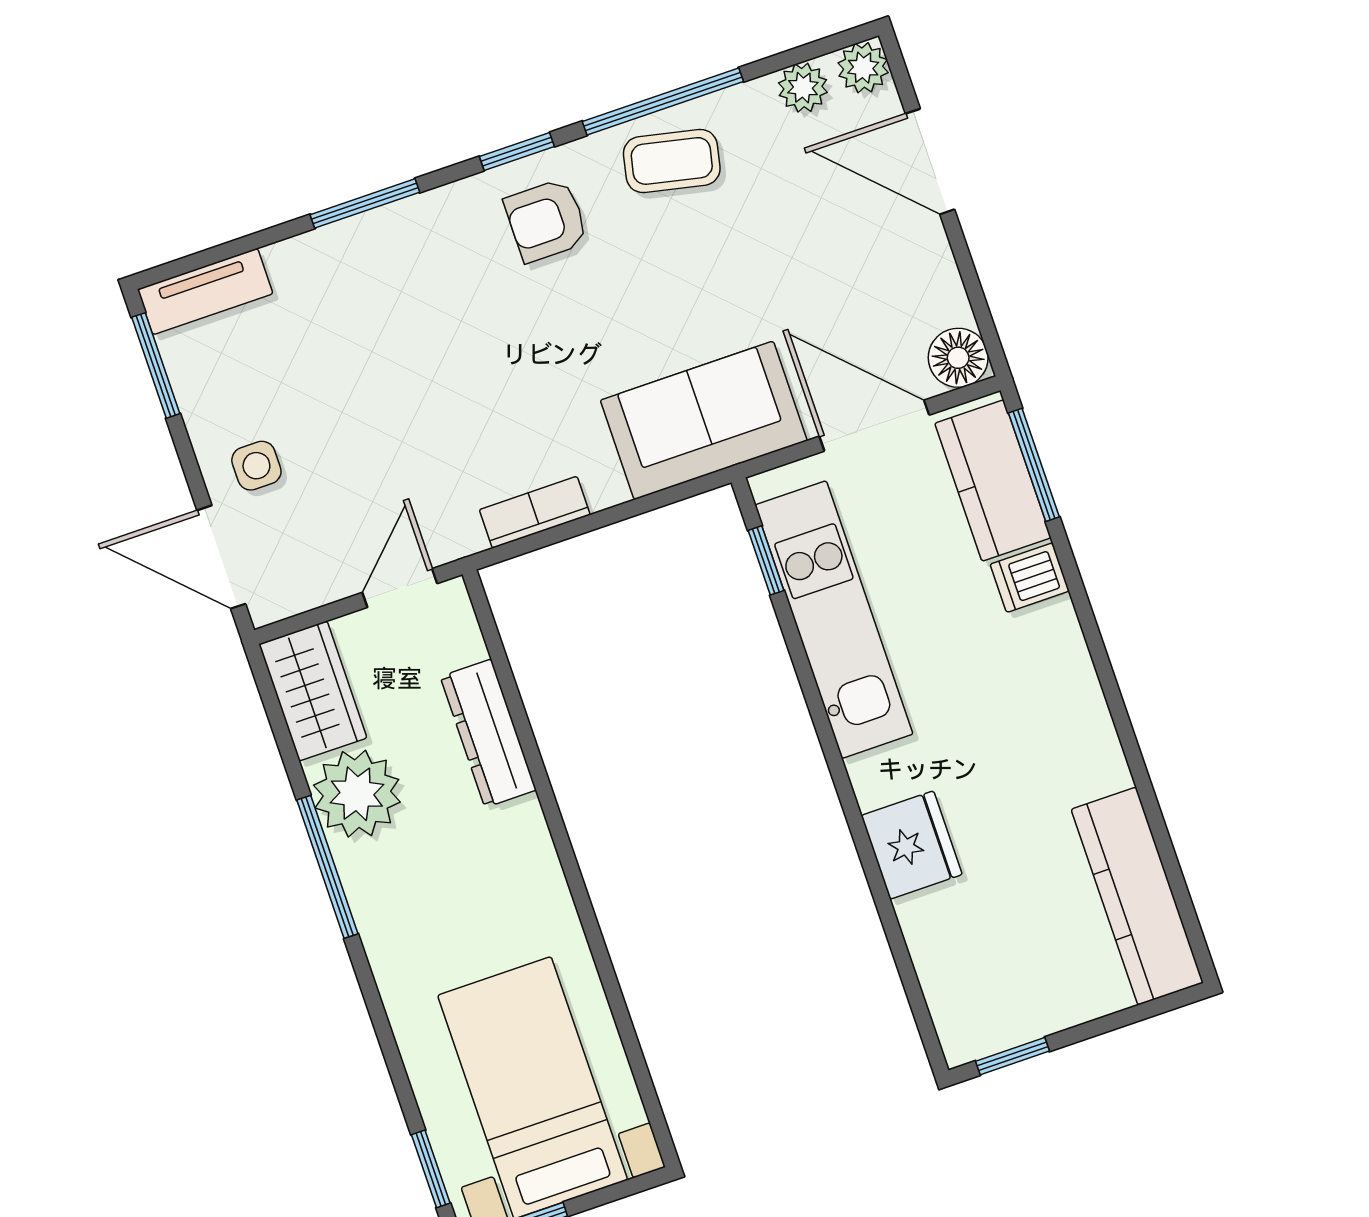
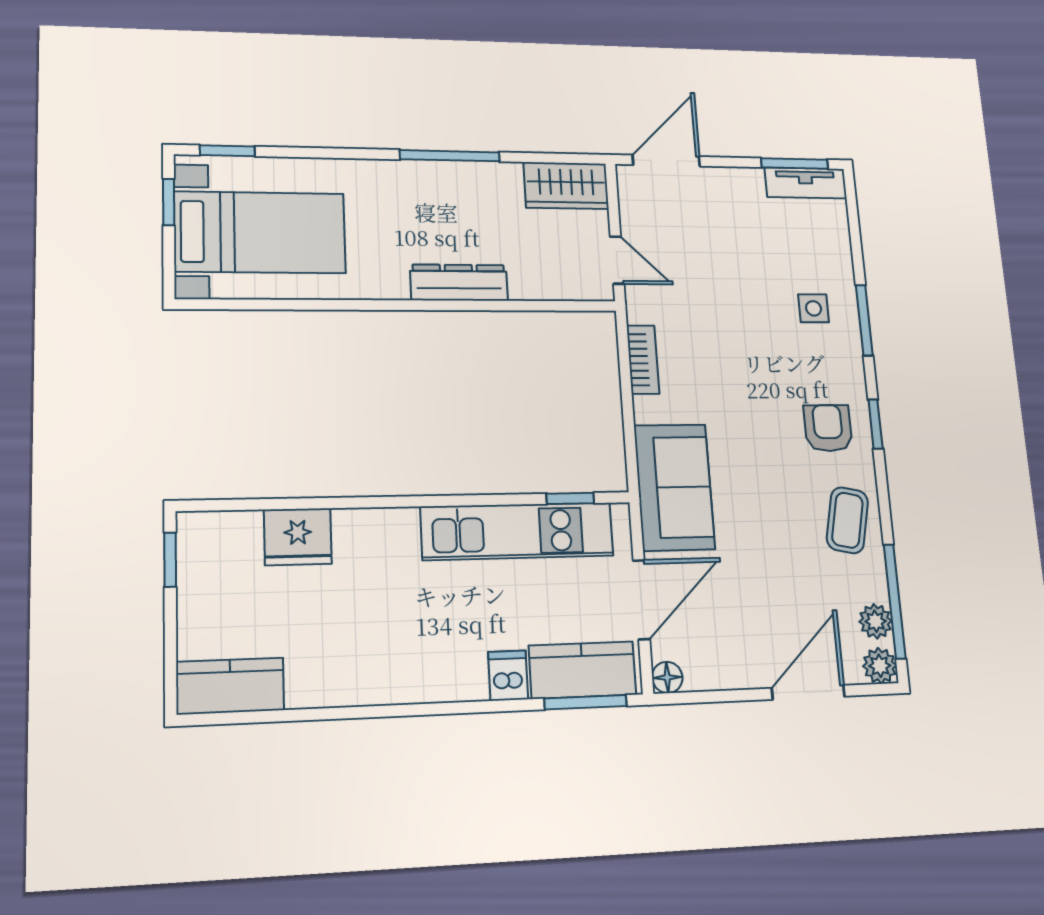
window: (663, 101) -> (895, 601), moved
tv unit: (205, 291) -> (806, 183), moved, turned -90
floor lamp: (958, 358) -> (667, 677), width x0.73, depth x0.73
side table: (256, 466) -> (814, 308), moved
dresser: (488, 733) -> (459, 283), moved
plant: (357, 794) -> (492, 190), removed
fridge: (912, 845) -> (298, 537), moved
kitchen counter: (1137, 896) -> (230, 686), width x0.67

